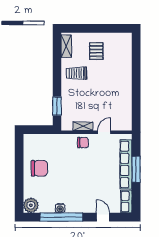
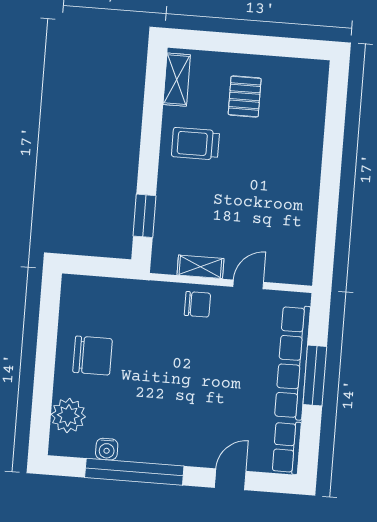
plant: (31, 205) -> (68, 415), moved
water cooler: (60, 208) -> (107, 449), moved
door: (103, 217) -> (230, 479), hinge flipped

